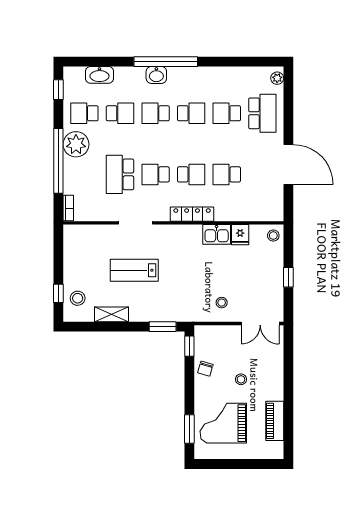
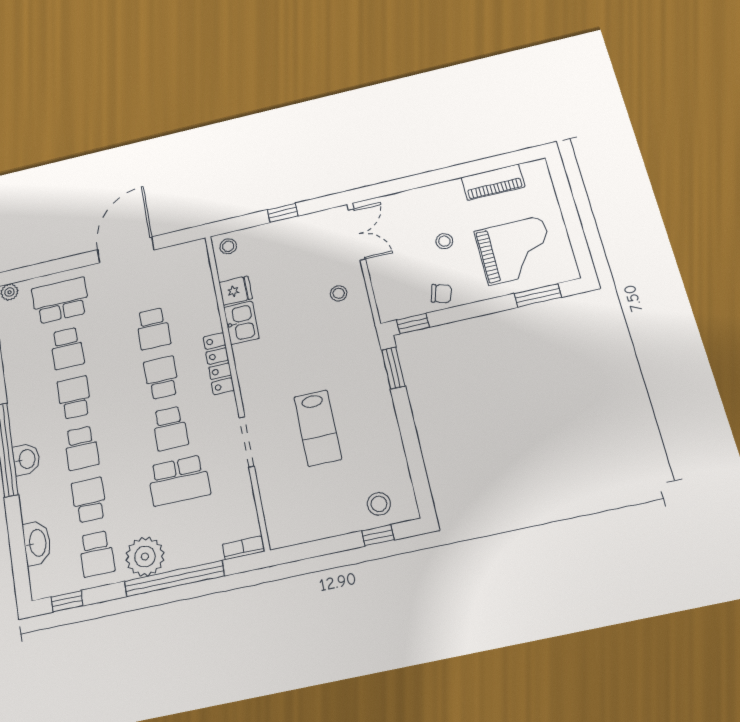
shelving: (112, 314) -> (392, 447), removed
grand piano: (223, 423) -> (516, 250), turned -90

